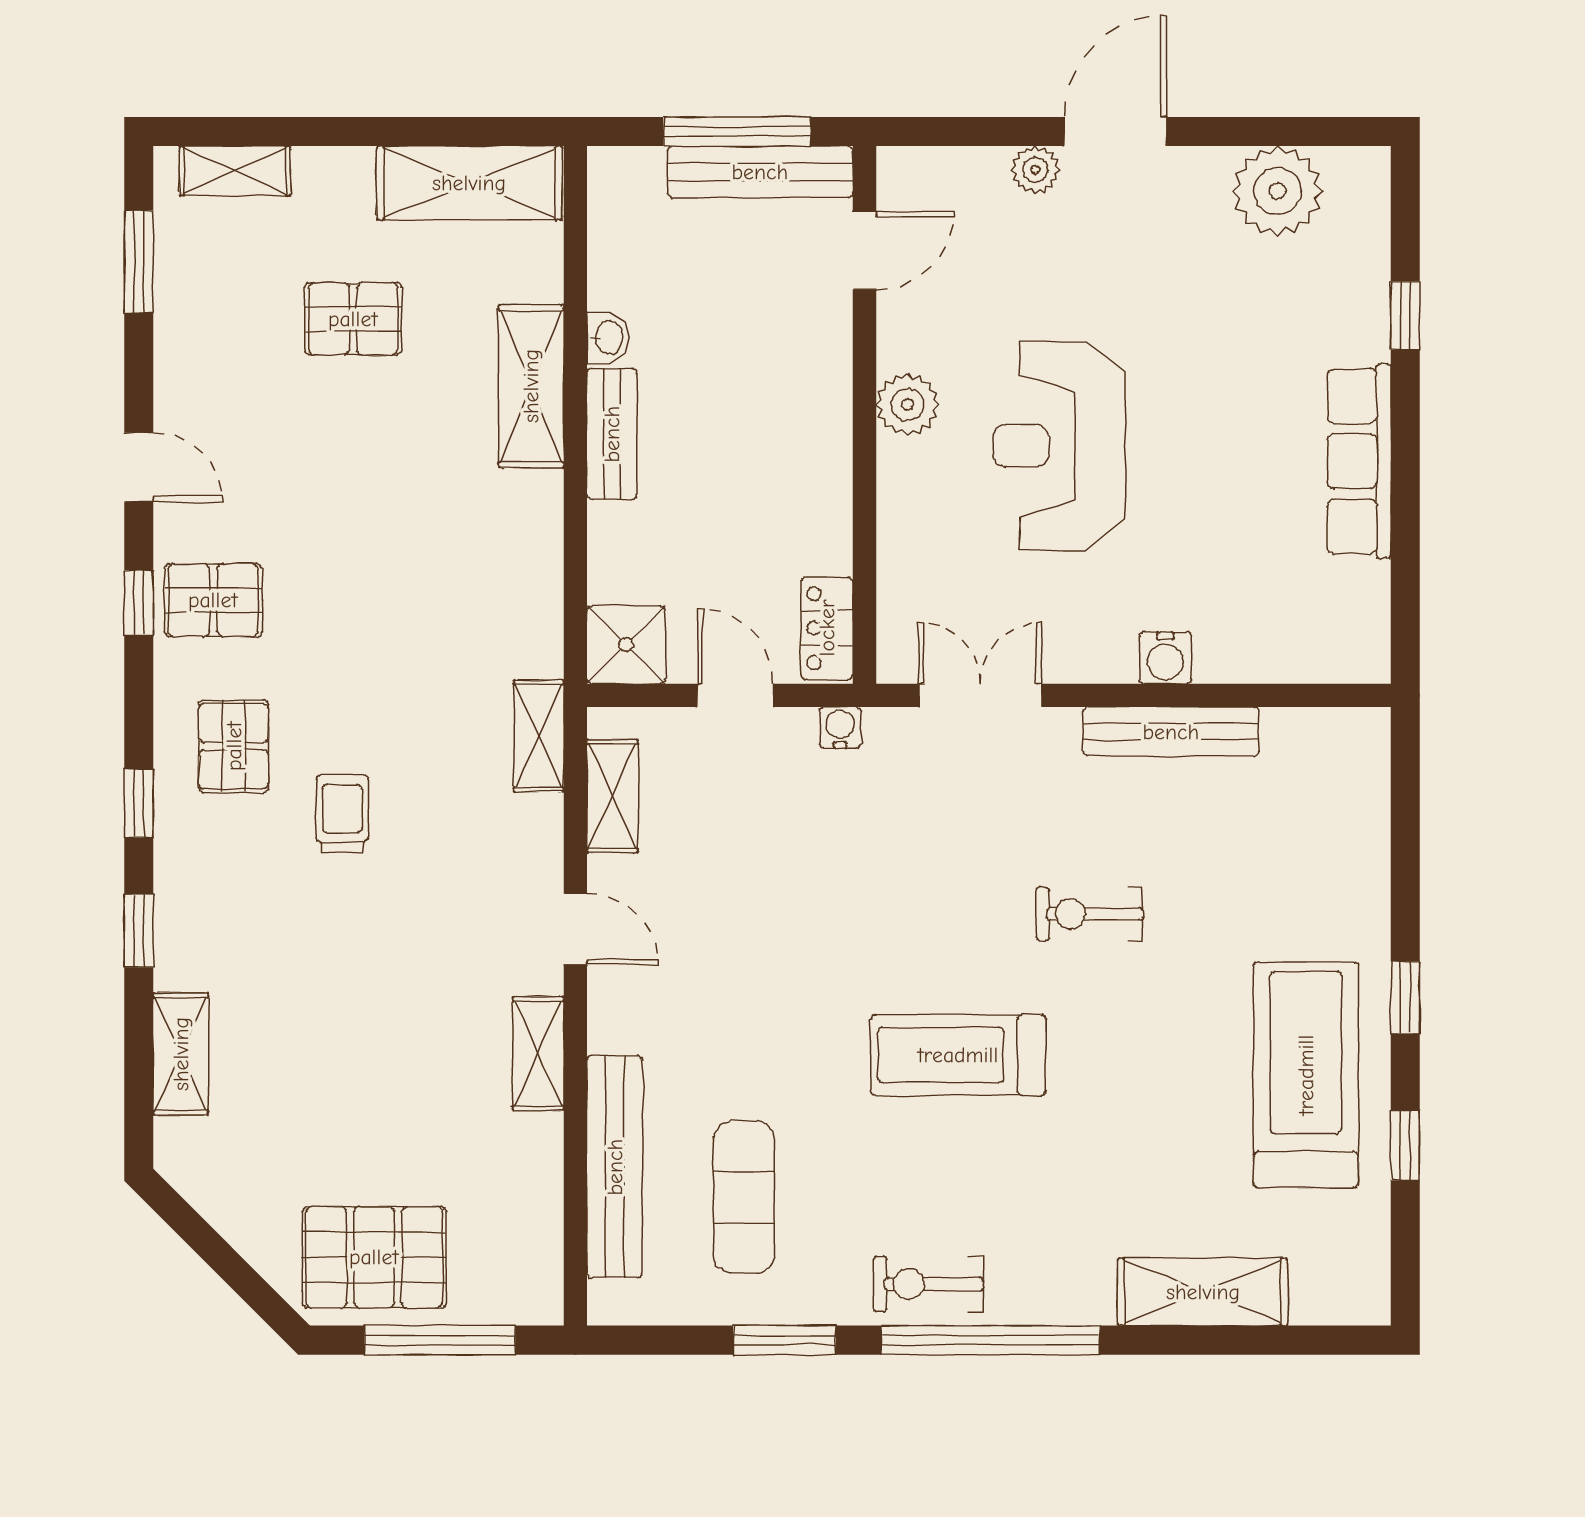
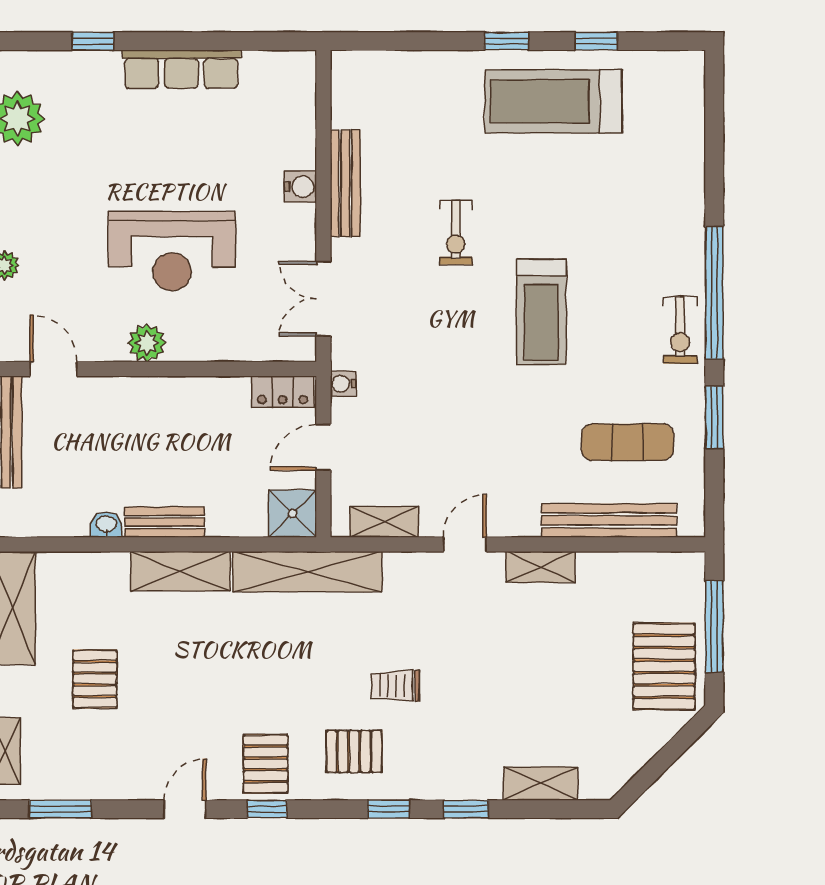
shelving: (531, 386) -> (180, 571), moved
shelving: (539, 736) -> (307, 572), width x2.20, depth x1.33
shelving: (1203, 1292) -> (685, 164), removed

